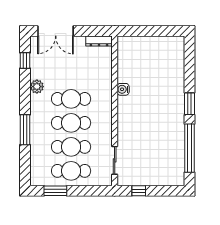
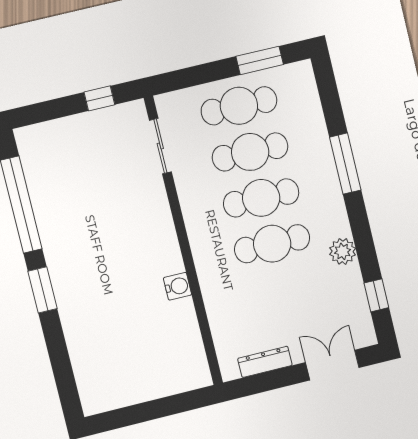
double door: (56, 31) -> (332, 365), width x0.73
dresser: (99, 41) -> (265, 362), moved

